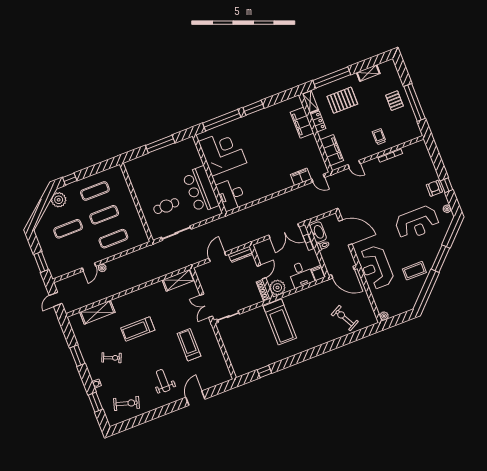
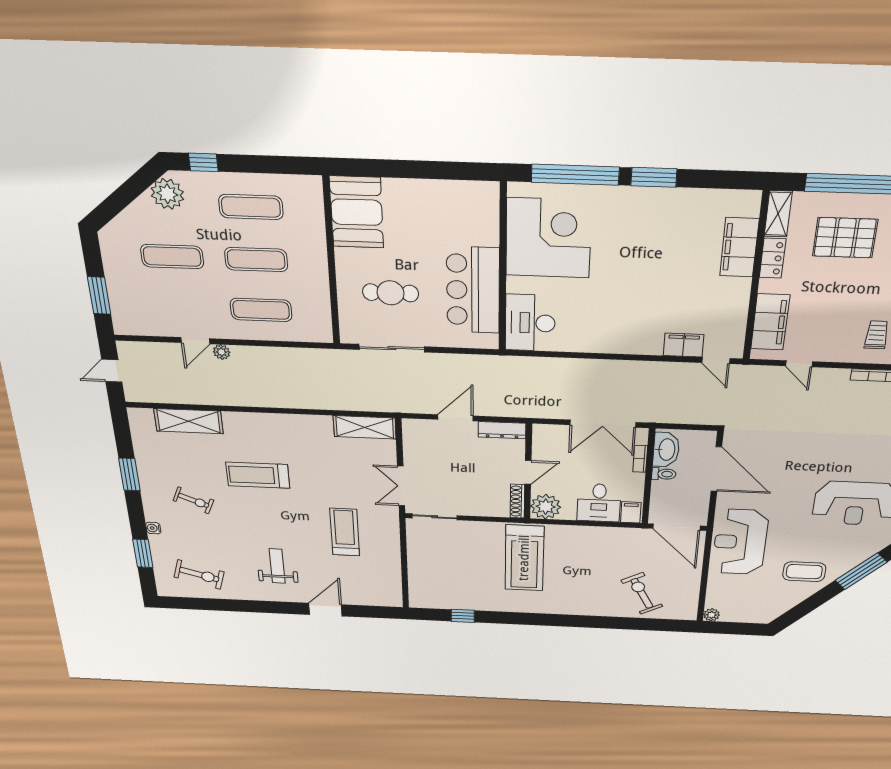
window: (160, 144) -> (424, 170), removed
booth: (139, 175) -> (357, 212), added

